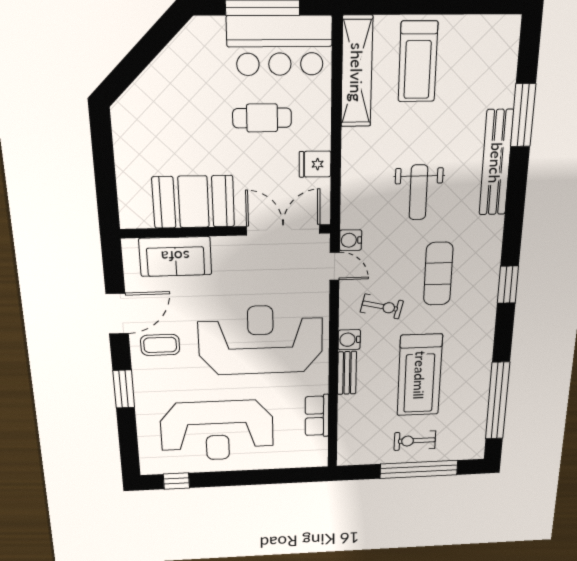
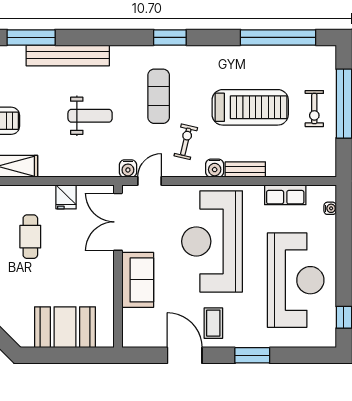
booth: (194, 202) -> (65, 327), moved, turned 90
sofa: (175, 257) -> (138, 280), moved
exercise mat: (438, 274) -> (159, 96), turned 90
water cooler: (301, 461) -> (330, 208), added

